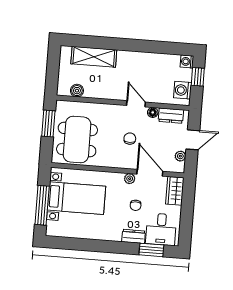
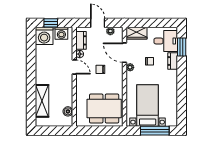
washing machine: (187, 61) -> (44, 36), width x1.89, depth x1.89
door: (136, 104) -> (74, 67), swing flipped
window: (48, 124) -> (94, 131), removed
door: (150, 173) -> (124, 53), hinge flipped

